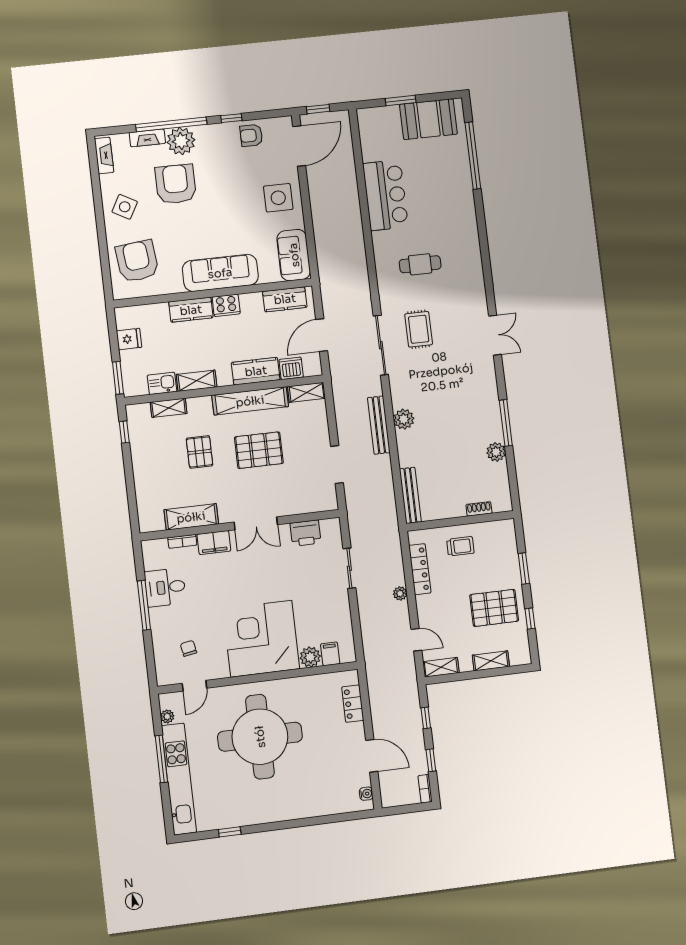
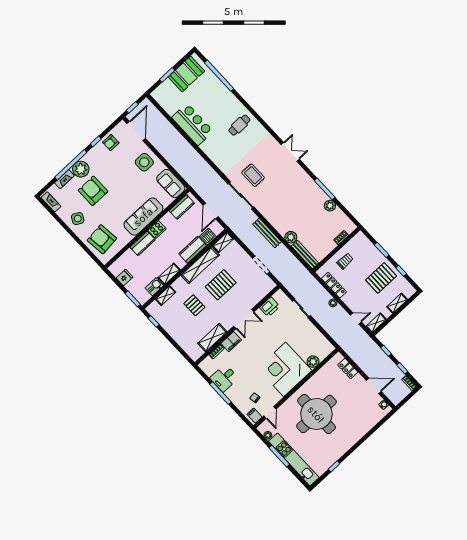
cafe table: (420, 264) -> (239, 125), moved
plant: (404, 419) -> (291, 237), moved
filing cabinet: (330, 654) -> (255, 416), moved

